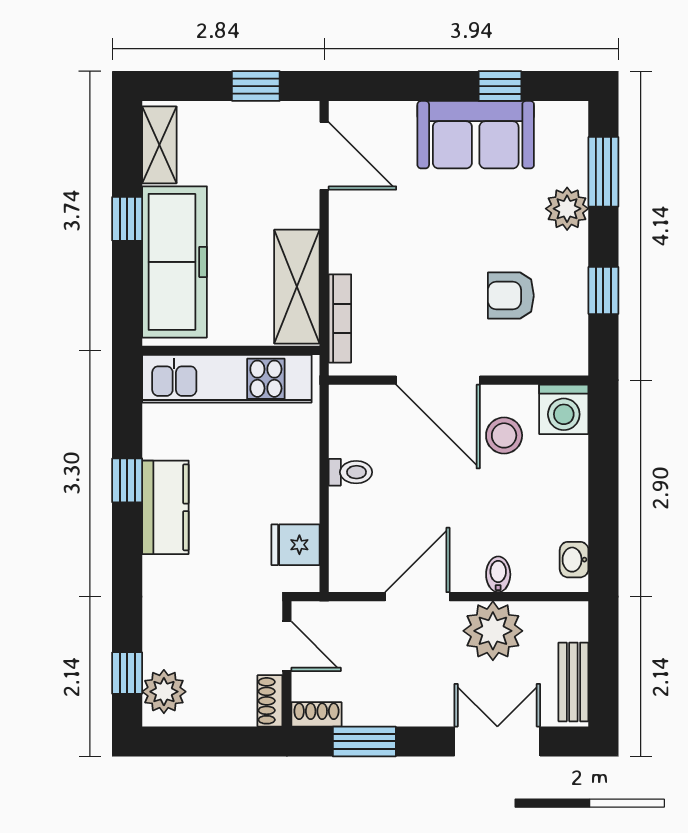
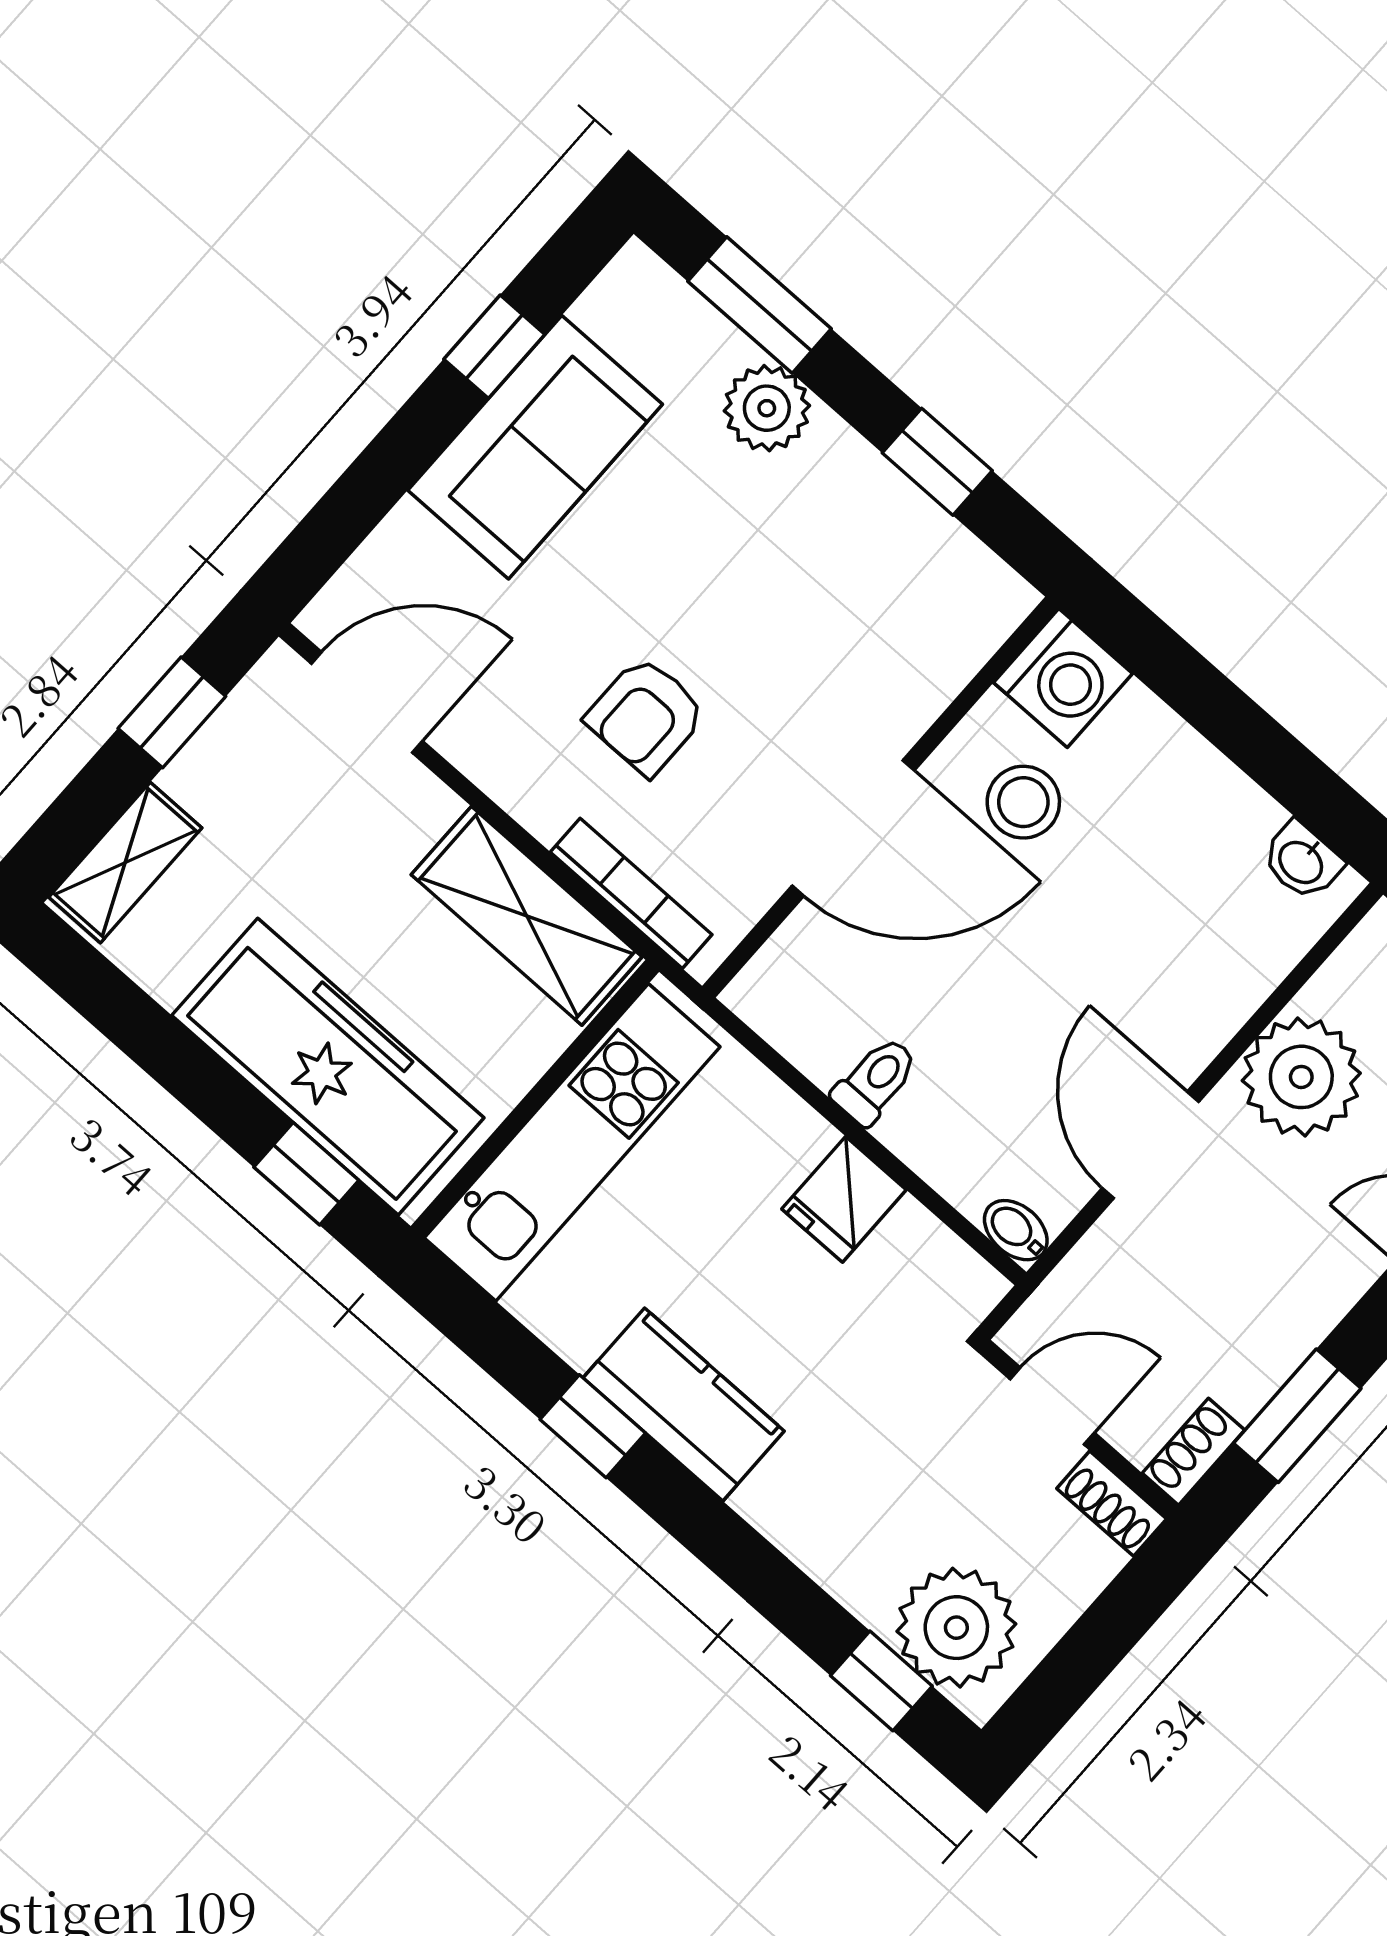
shelving: (159, 145) -> (125, 863), moved, turned 90
window: (127, 219) -> (306, 1174), moved
armchair: (511, 296) -> (646, 716), moved
fridge: (296, 545) -> (844, 1199), moved
bidet: (498, 574) -> (1016, 1230), moved
plant: (164, 692) -> (956, 1628), width x1.36, depth x1.36

